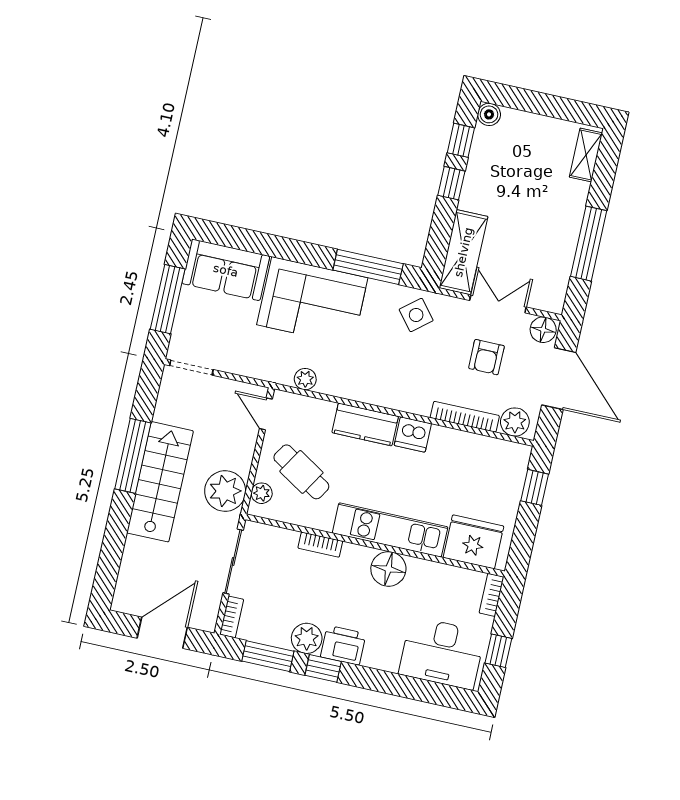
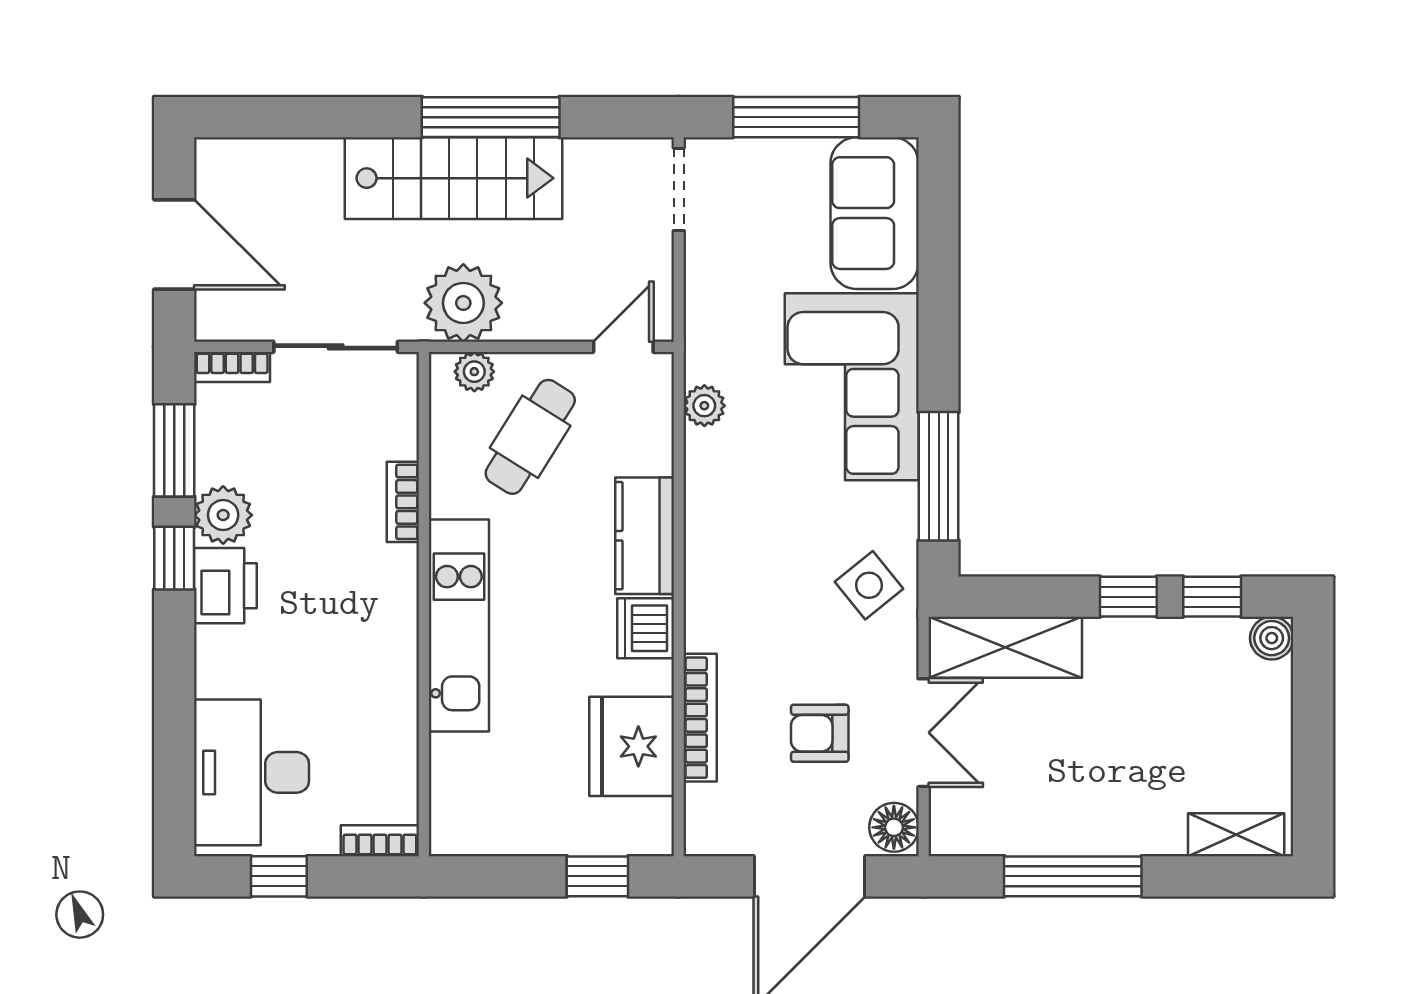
plant: (515, 422) -> (711, 813), removed
fridge: (474, 542) -> (632, 746), moved, turned 180
floor lamp: (388, 569) -> (386, 638), removed

